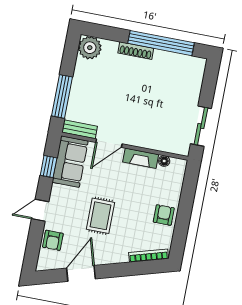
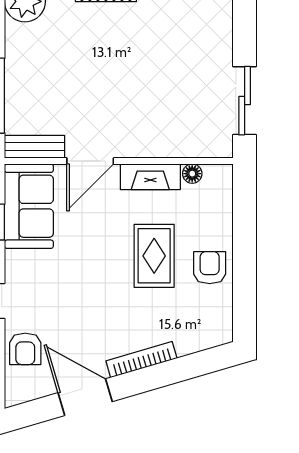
rug: (100, 216) -> (154, 256), moved
bookcase: (149, 256) -> (141, 360), moved
door: (81, 273) -> (85, 397), hinge flipped

